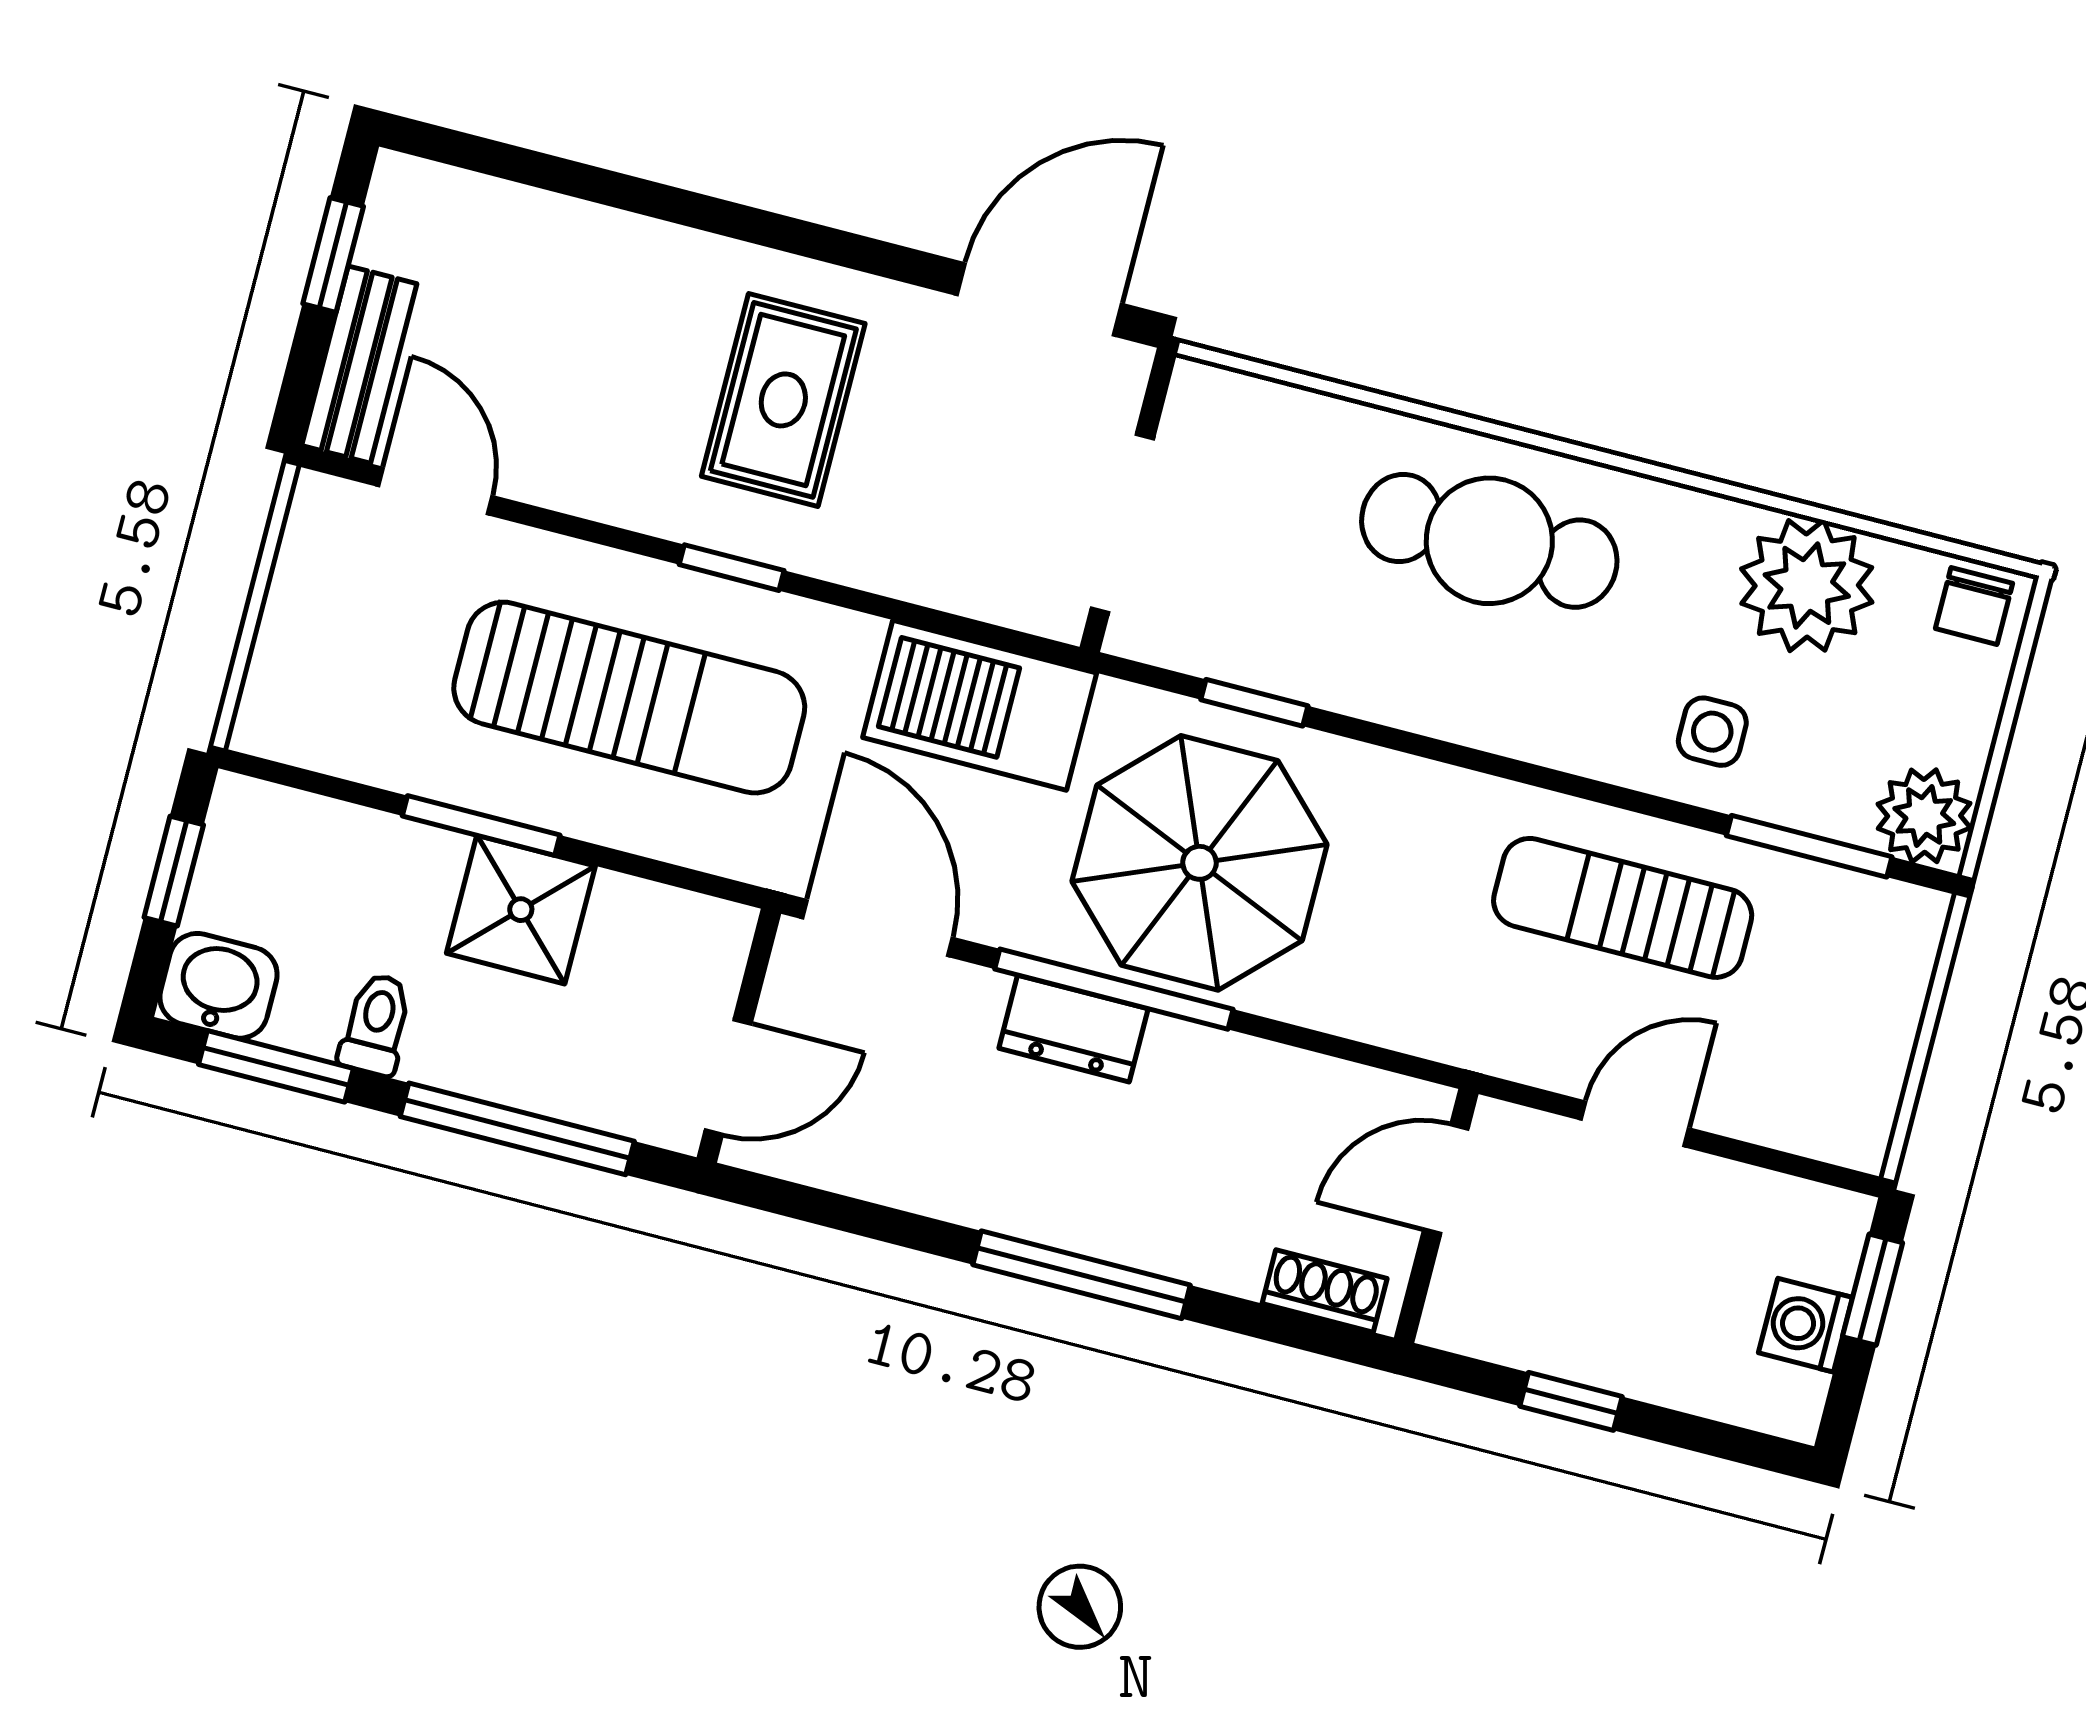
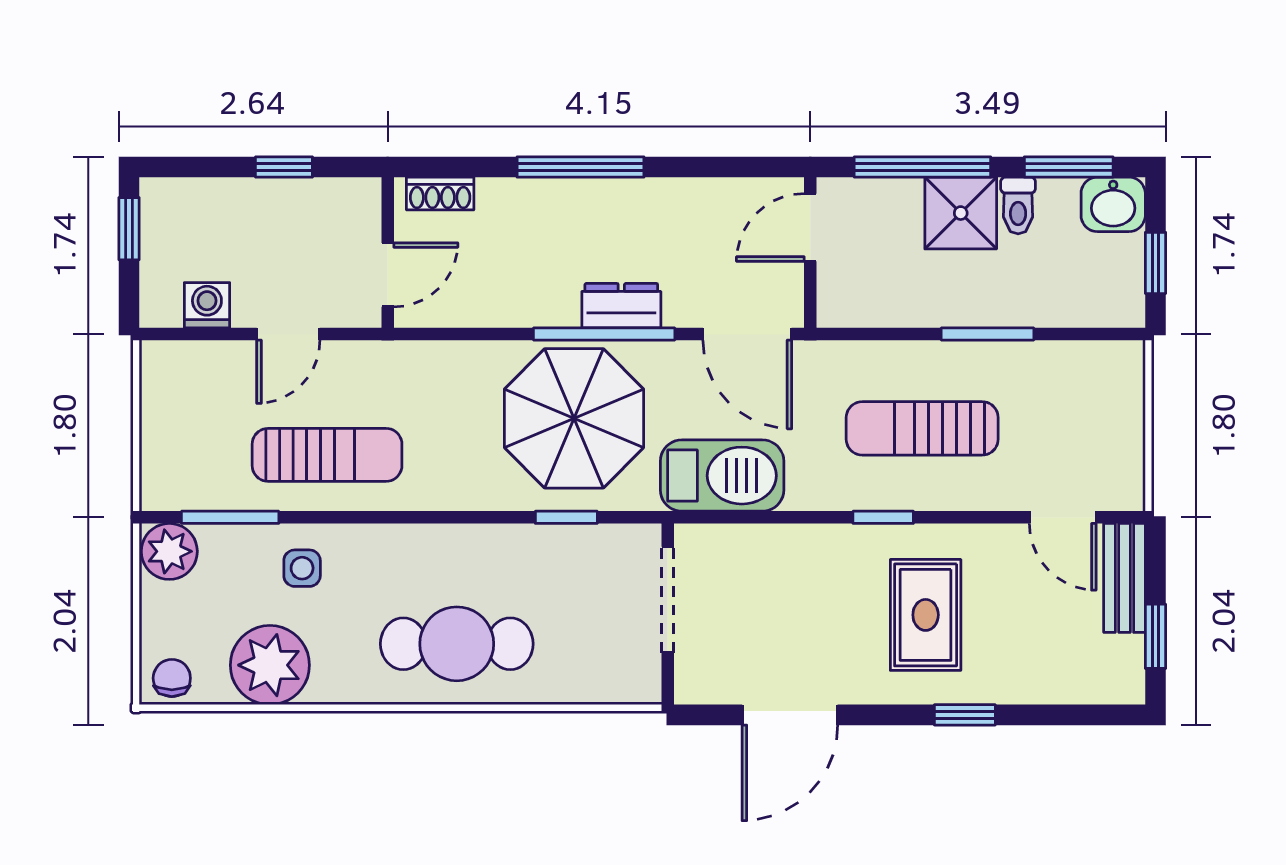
window: (681, 207) -> (965, 715), added
door: (1039, 299) -> (790, 715), moved
rug: (783, 400) -> (926, 615), moved
sun lounger: (629, 698) -> (922, 428), width x0.73, depth x0.75
shower: (521, 910) -> (961, 213), moved
window: (1873, 1290) -> (129, 229), moved
washing machine: (1806, 1325) -> (207, 305), moved, turned -90

